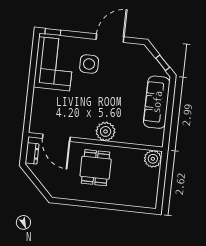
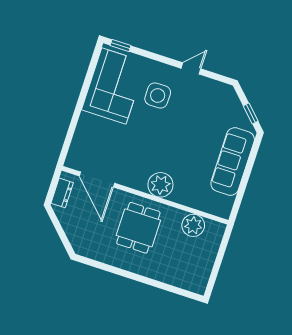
door: (110, 38) -> (191, 68), width x0.53
plant: (153, 159) -> (193, 225), moved

